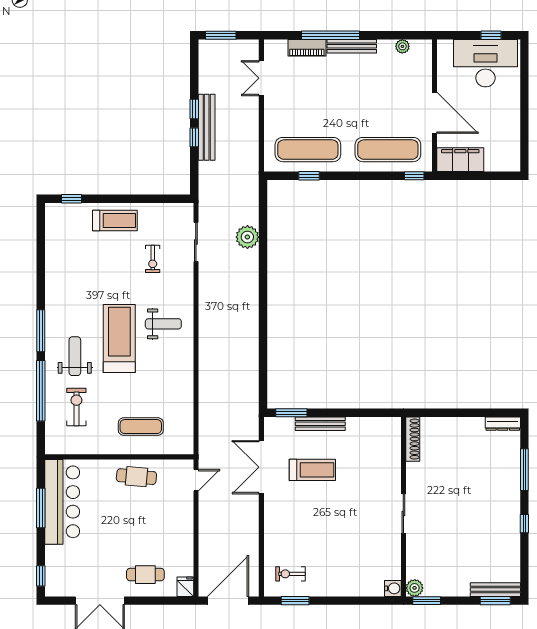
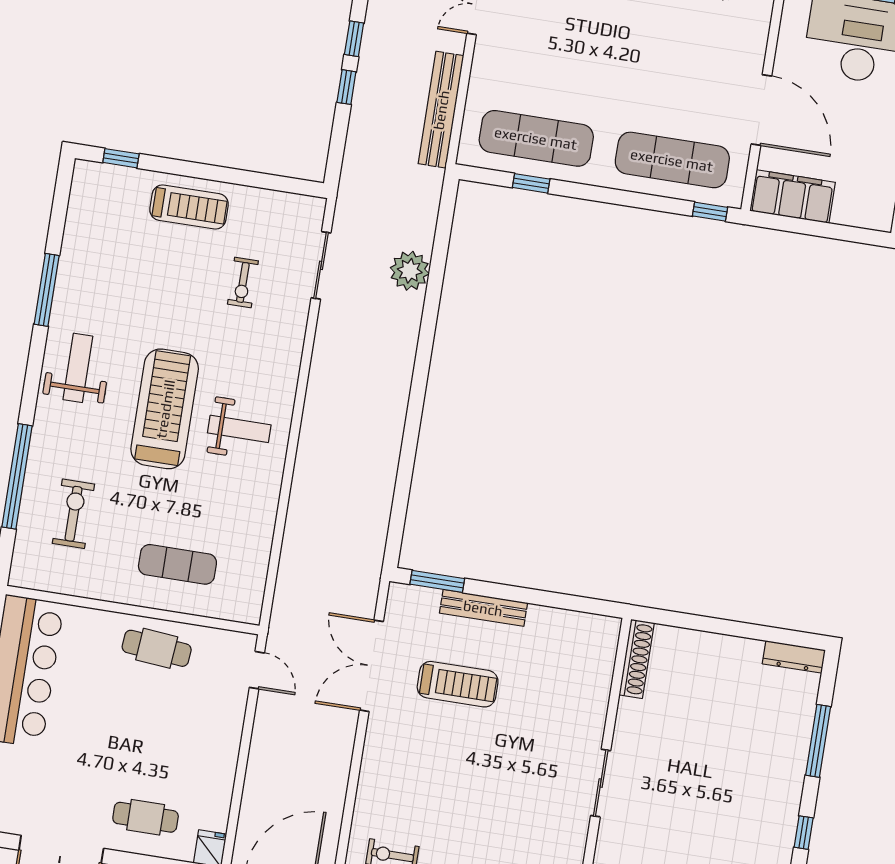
bench: (207, 127) -> (441, 110), moved
weight bench: (163, 324) -> (239, 429), moved
window: (41, 331) -> (47, 290), moved
weight bench: (75, 356) -> (78, 368), moved
door: (196, 480) -> (257, 670), hinge flipped

